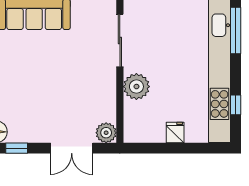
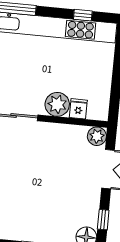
fridge: (175, 132) -> (78, 109), moved, turned 90

